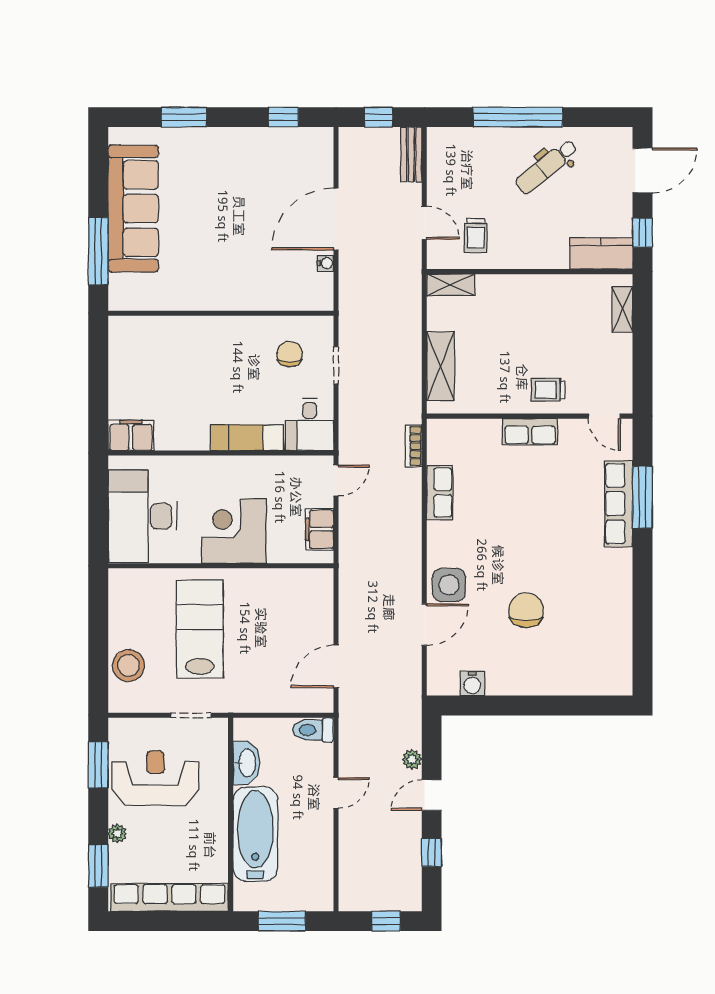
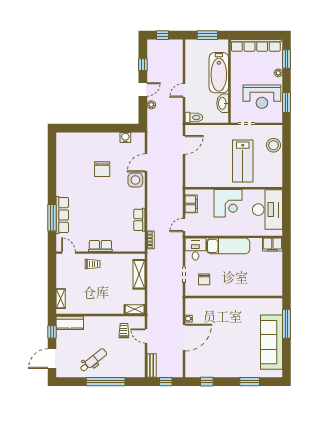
exam couch: (247, 438) -> (228, 246), width x1.36, depth x1.45

